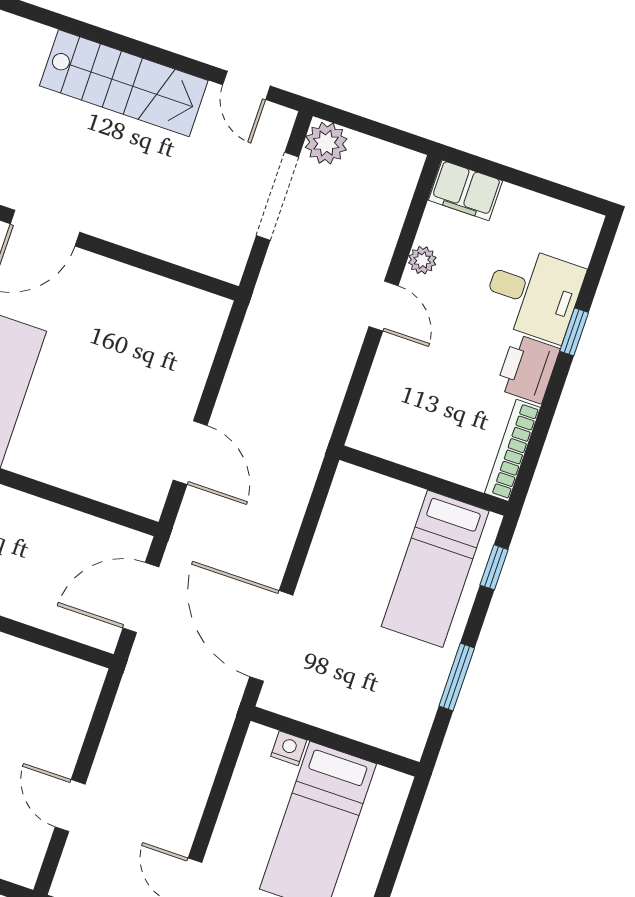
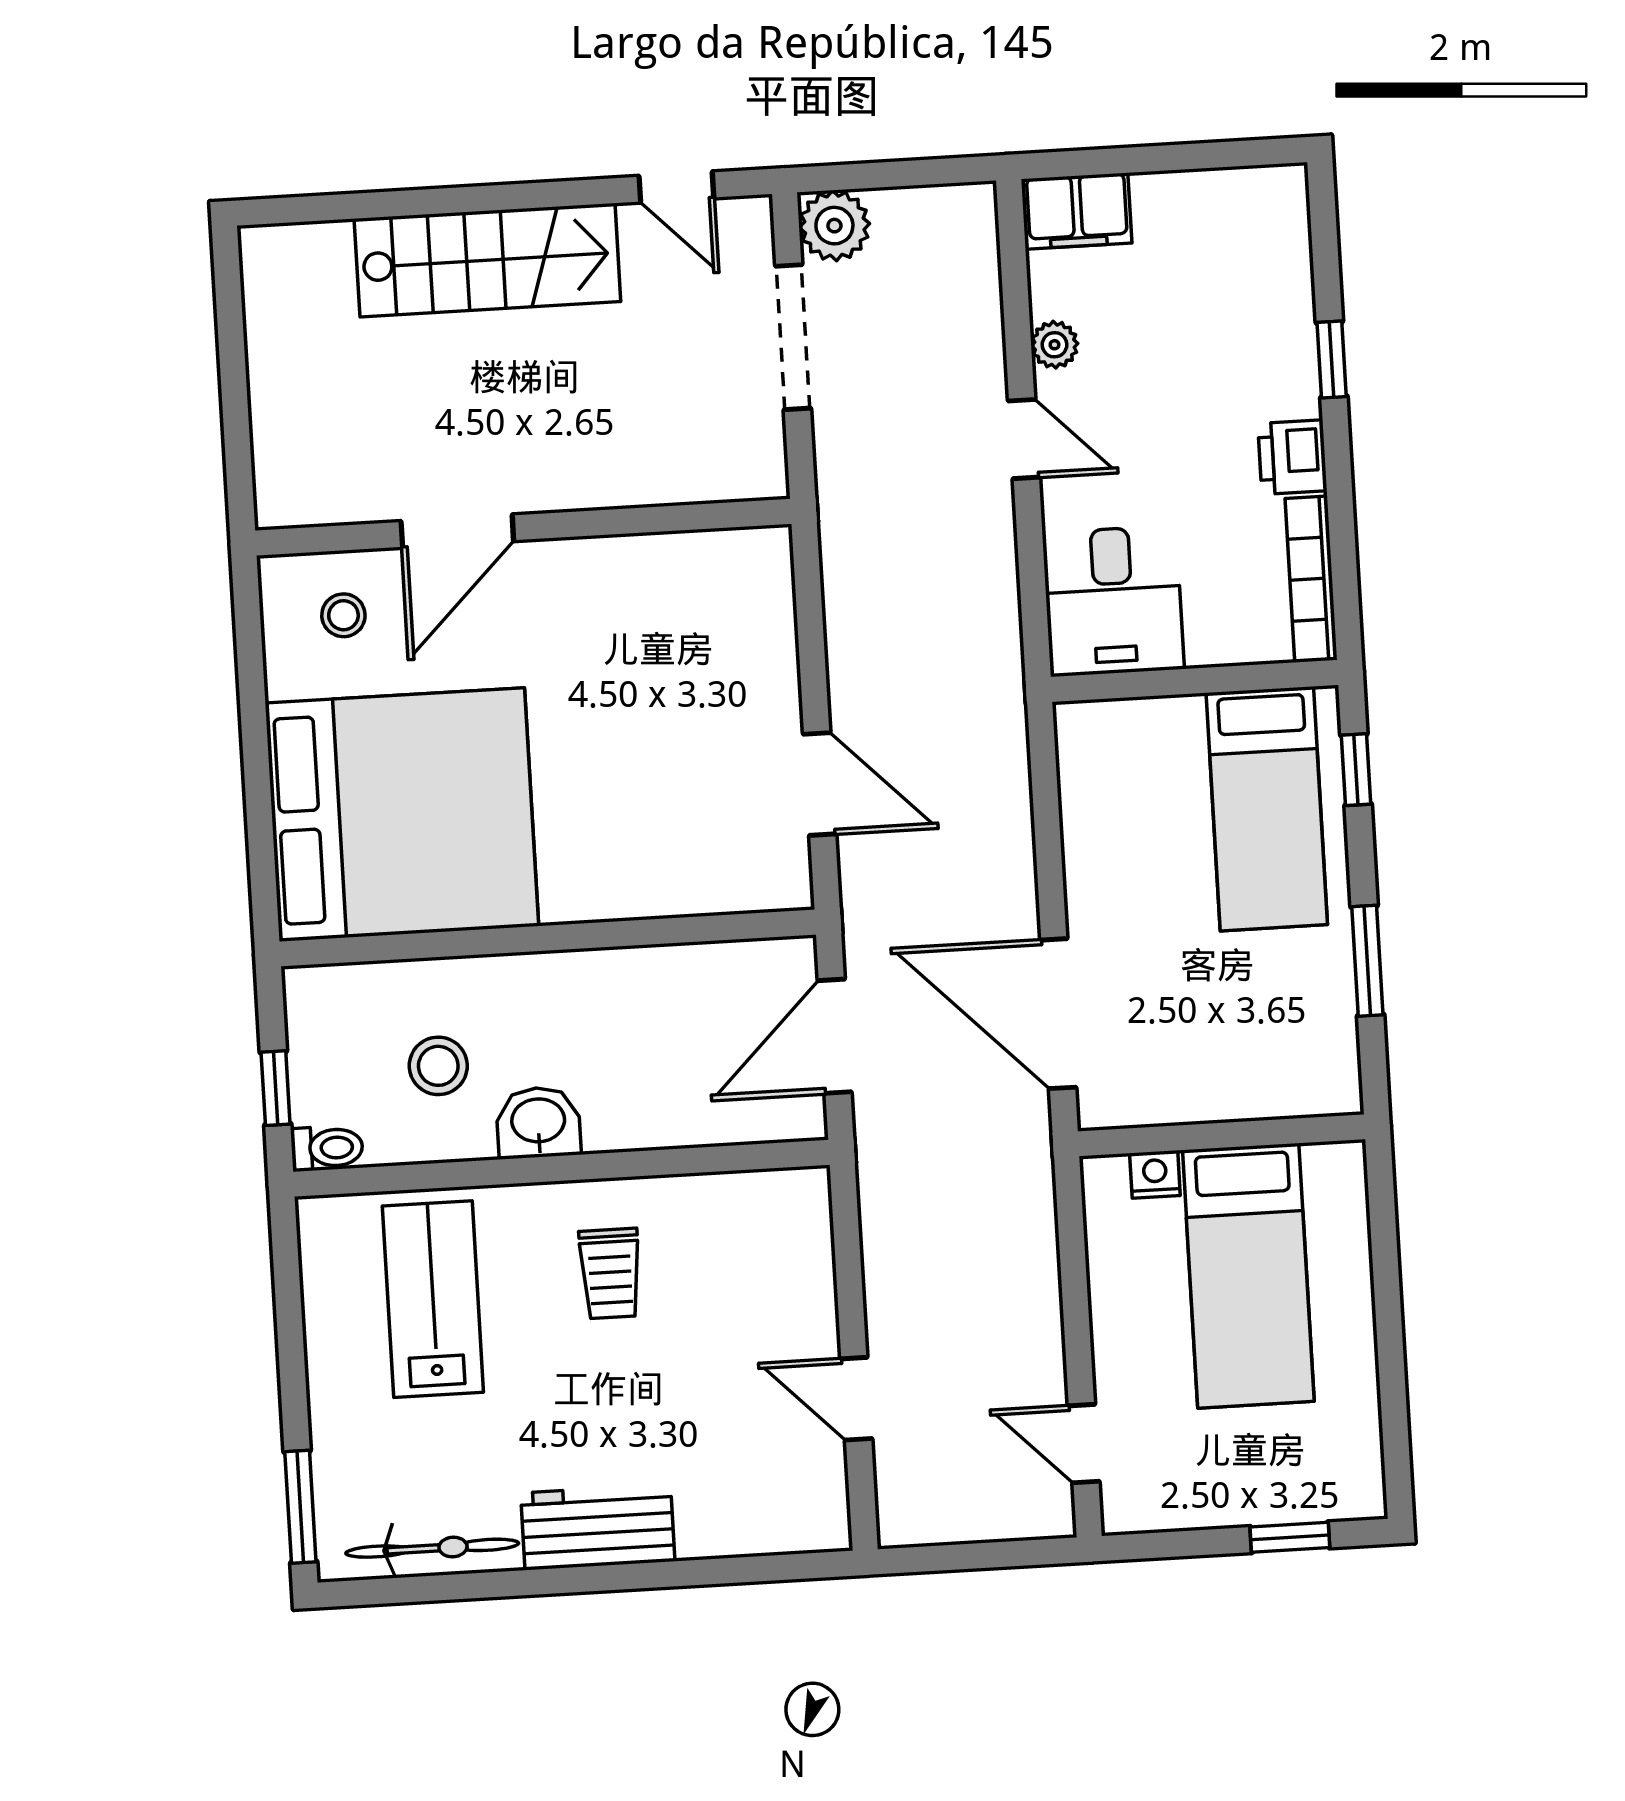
desk: (533, 293) -> (1113, 601), moved, turned 90
printer: (528, 369) -> (1292, 457), width x0.73, depth x0.81

